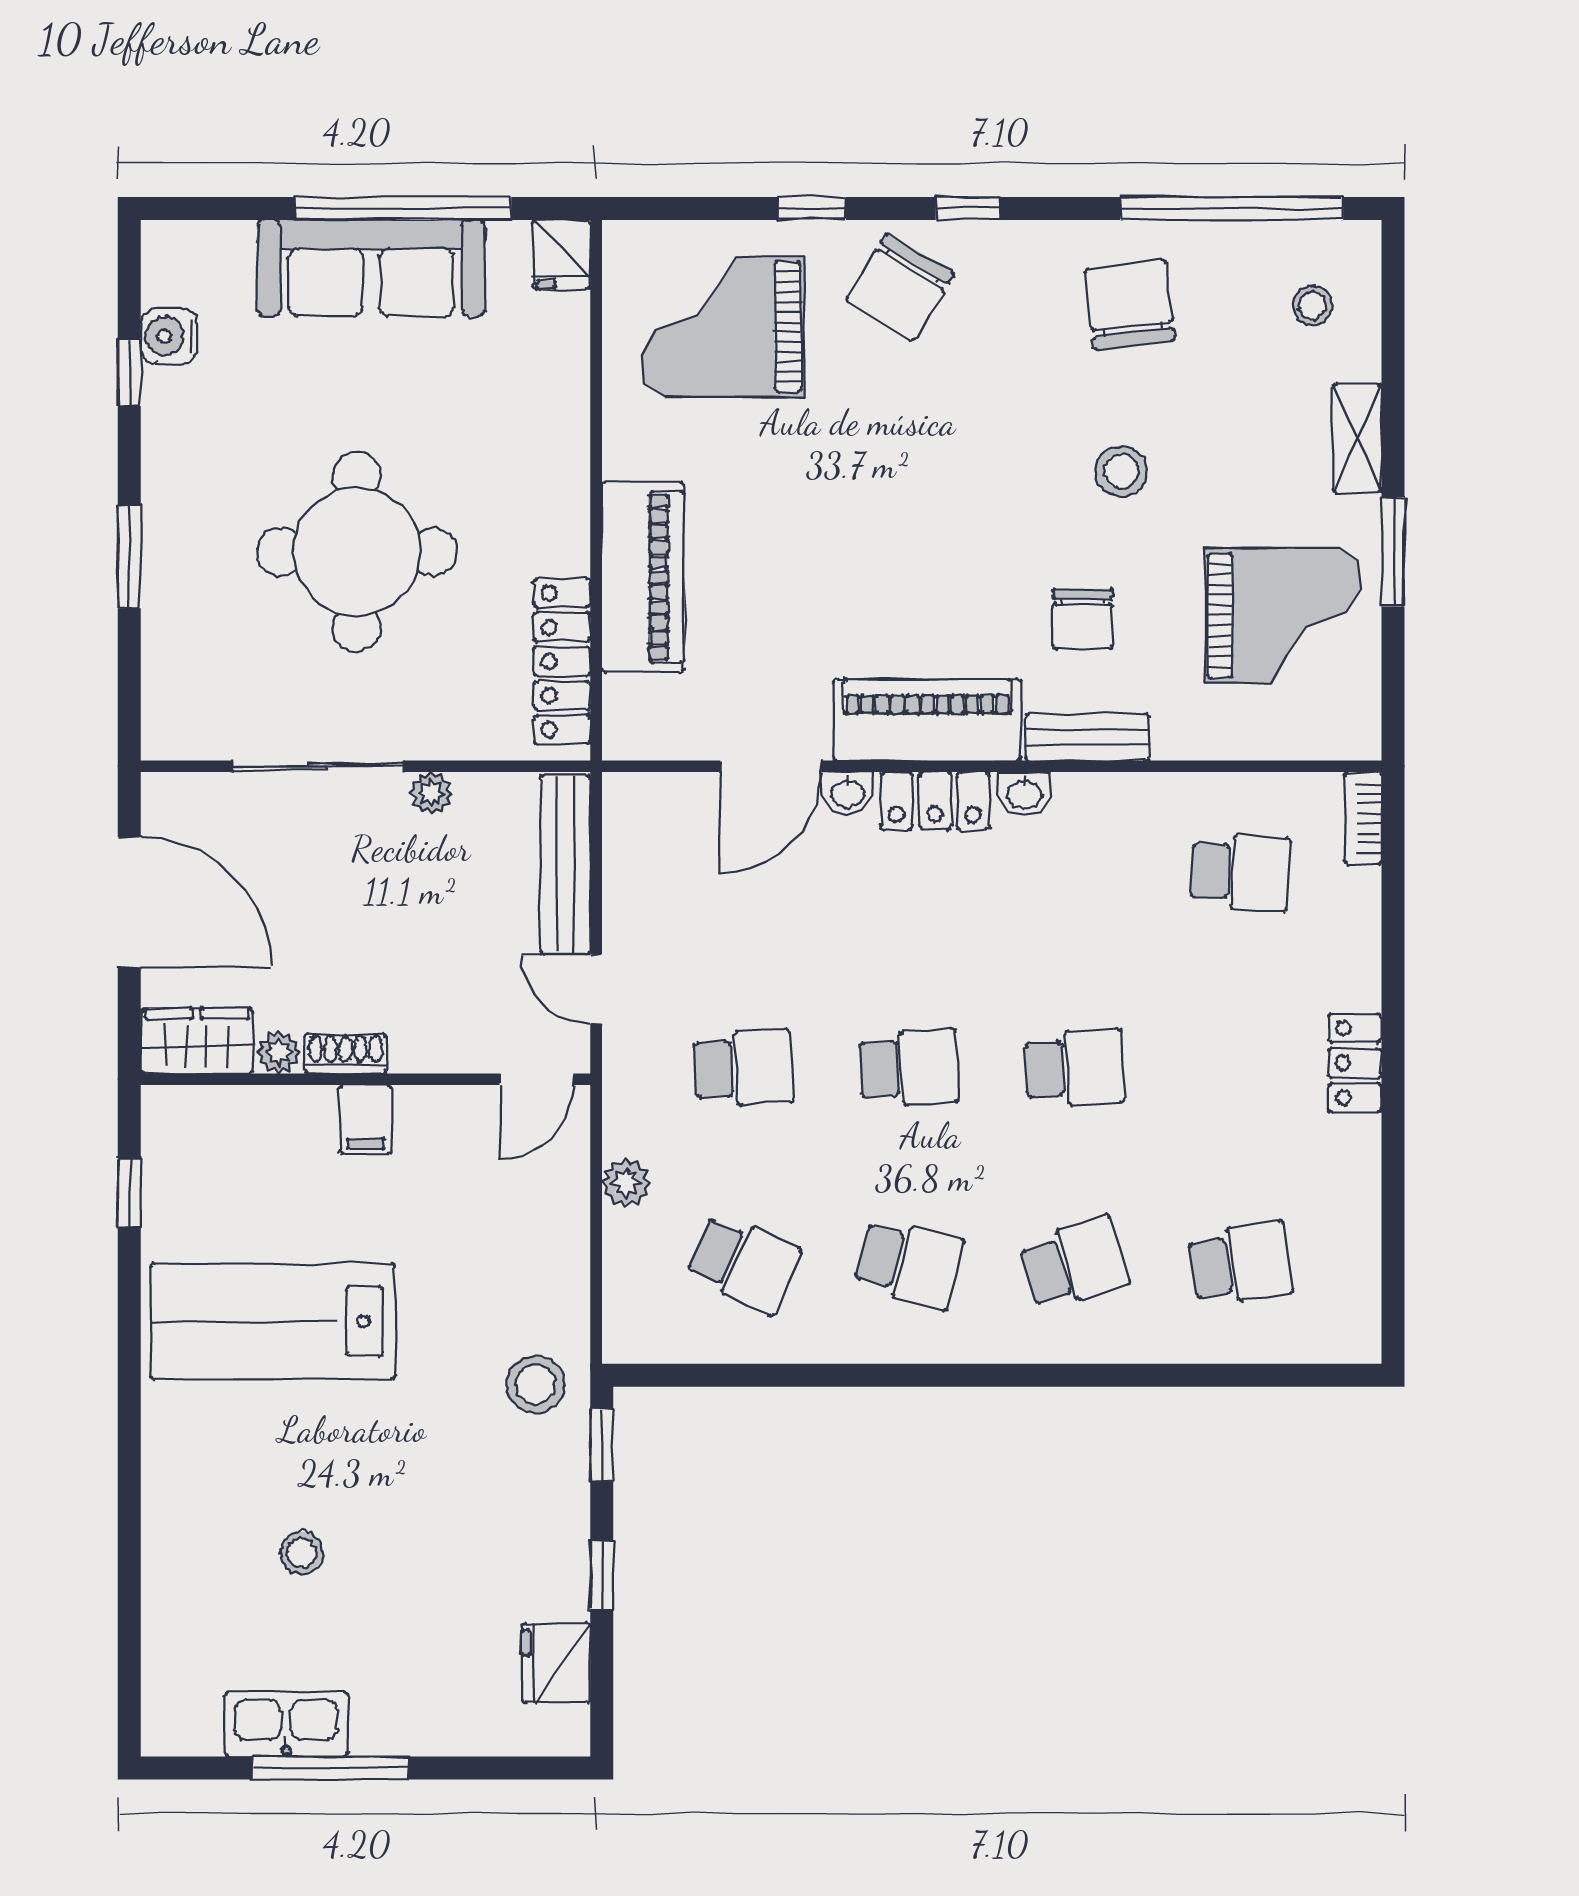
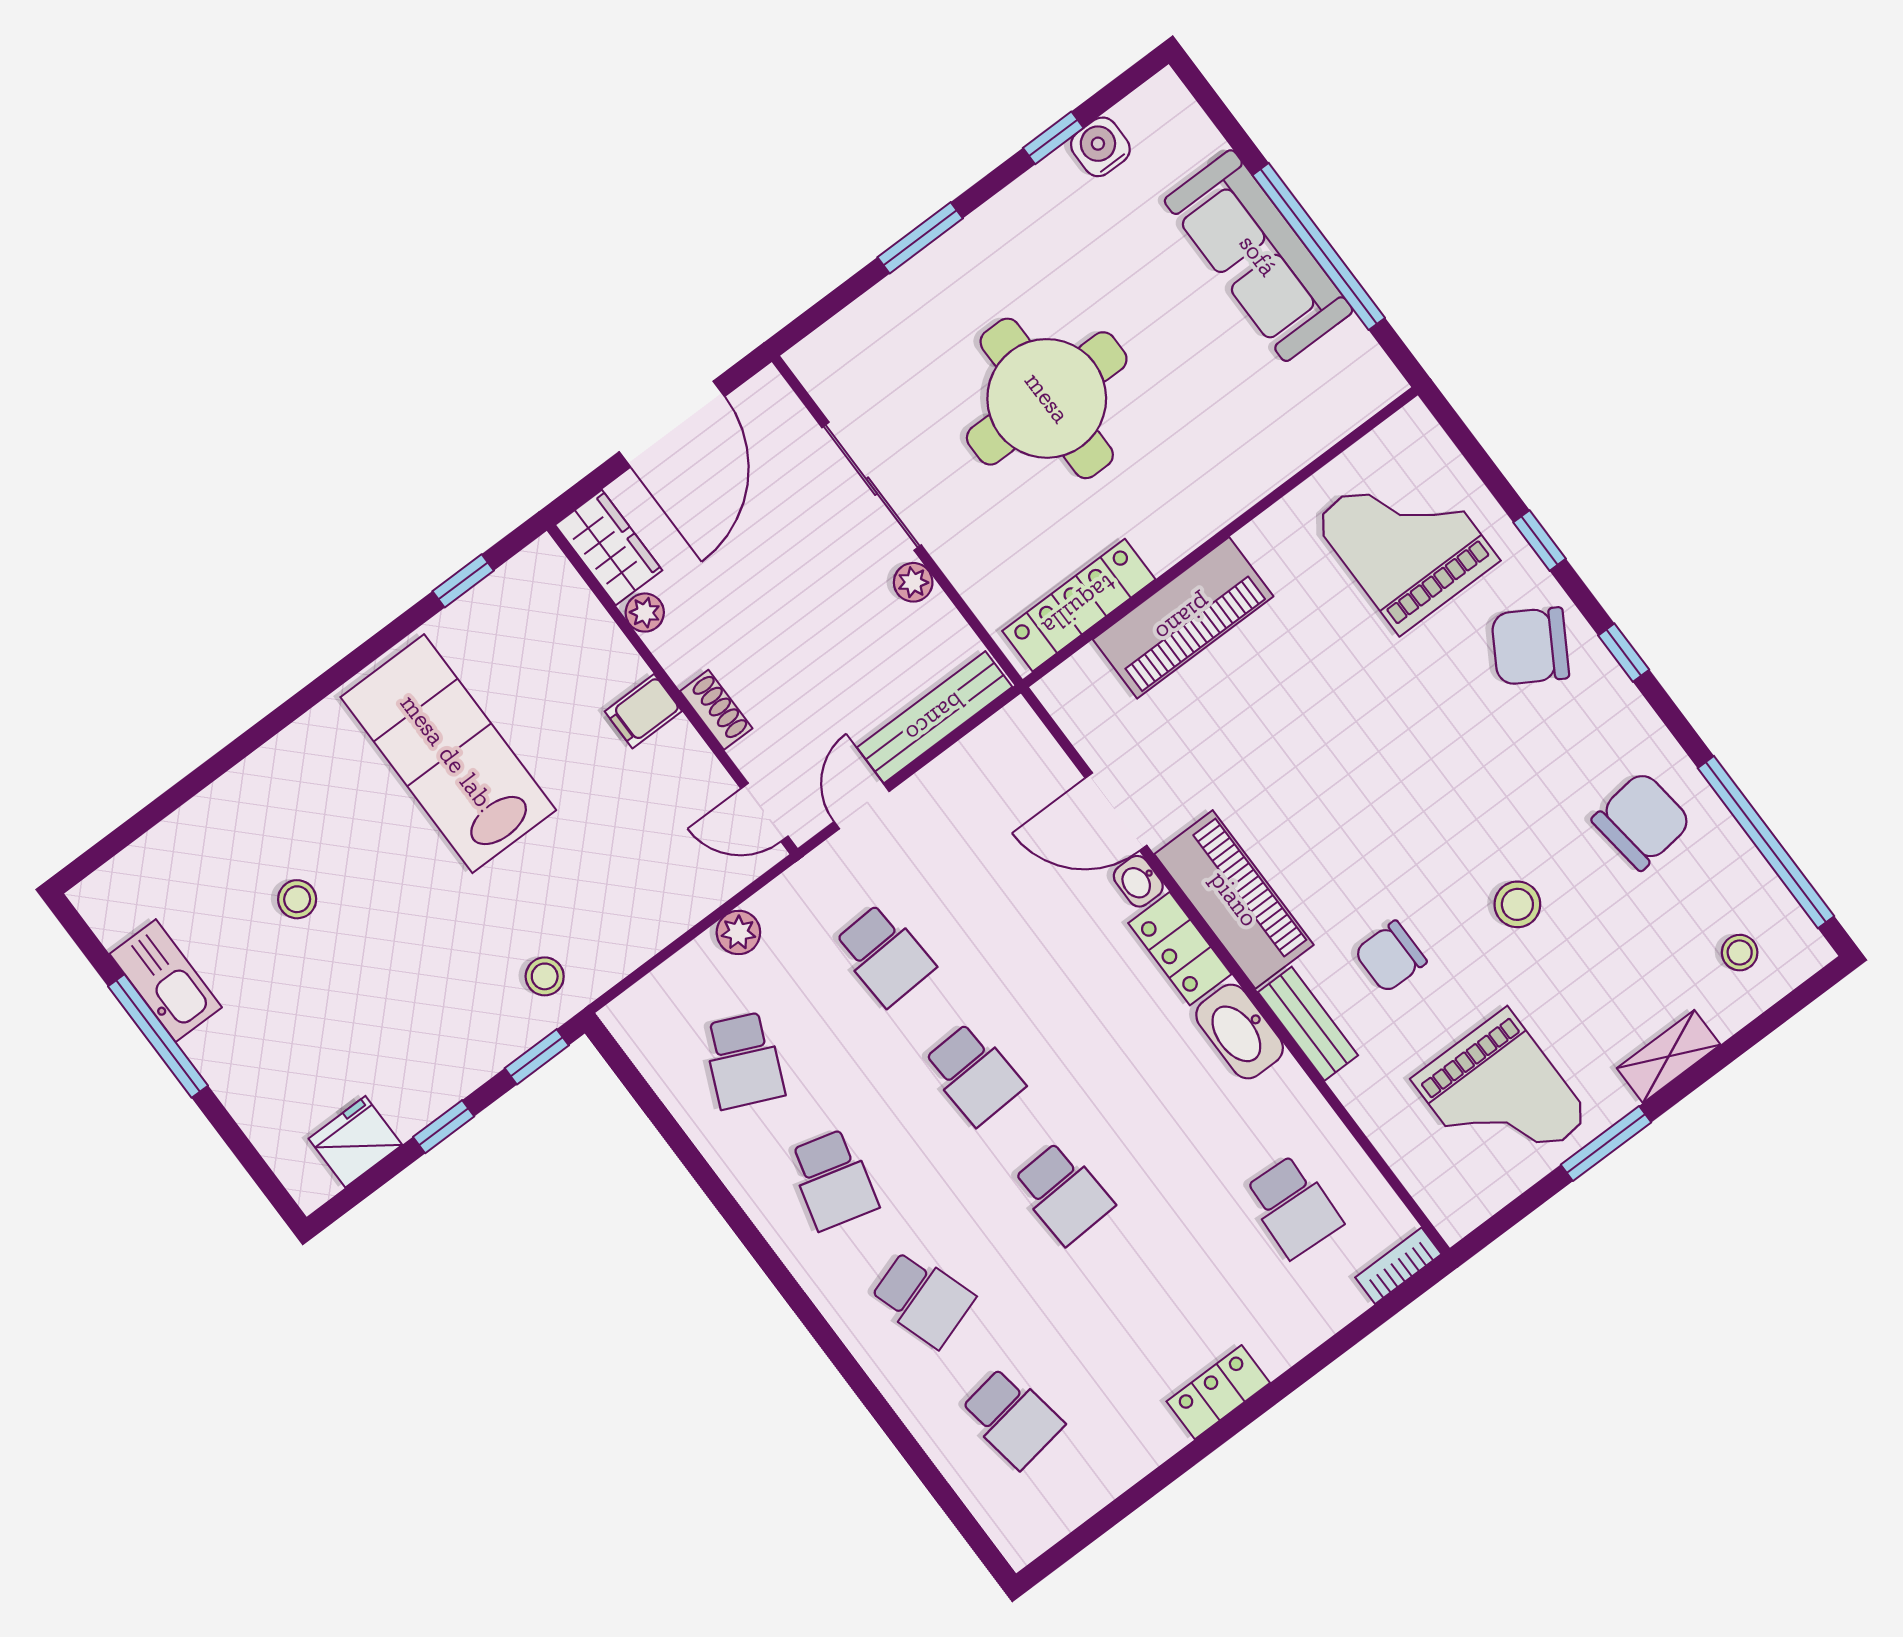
fridge: (561, 254) -> (1371, 385), removed
washbasin: (1024, 793) -> (1240, 1031), width x1.91, depth x1.45
shoe rack: (345, 1054) -> (716, 710), moved
stool: (536, 1384) -> (545, 976), width x0.73, depth x0.73

